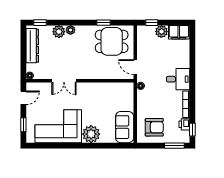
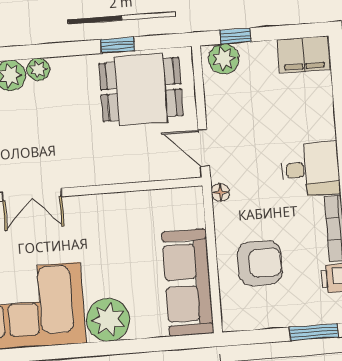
plant: (161, 32) -> (224, 59), moved
sofa: (125, 127) -> (188, 283), width x1.36
armchair: (154, 127) -> (260, 263), moved

